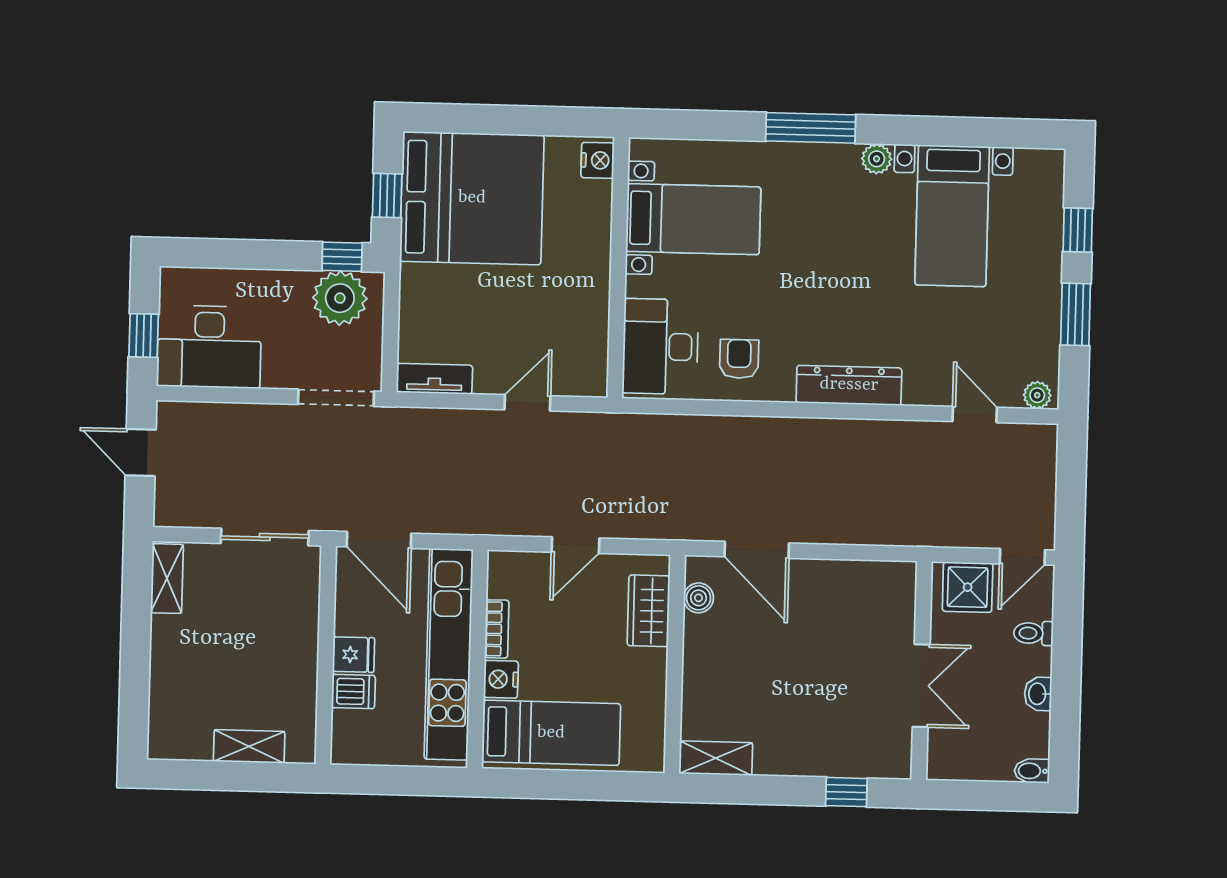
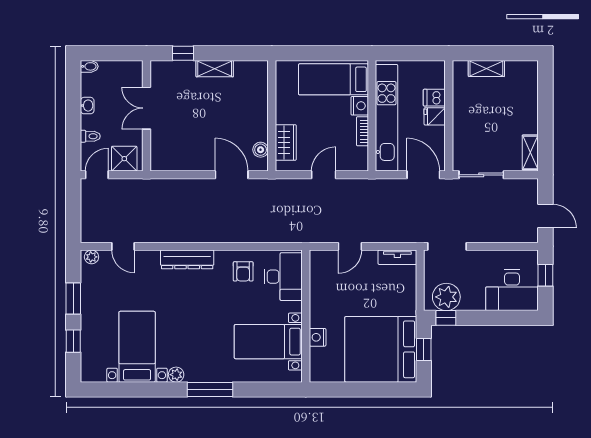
nightstand: (598, 160) -> (318, 337), moved
desk: (209, 347) -> (512, 290), moved, turned 180
shelving: (716, 758) -> (215, 69), moved

